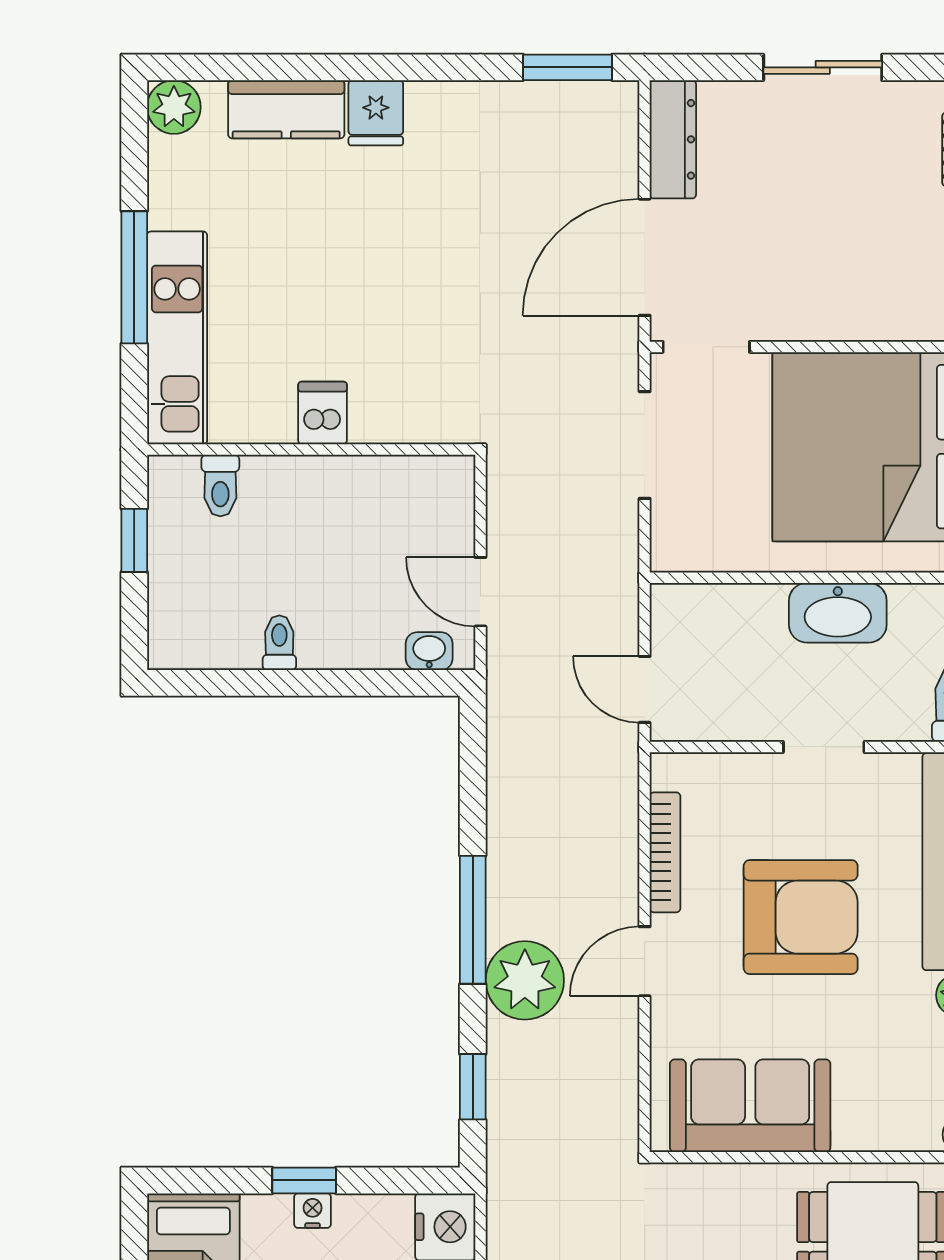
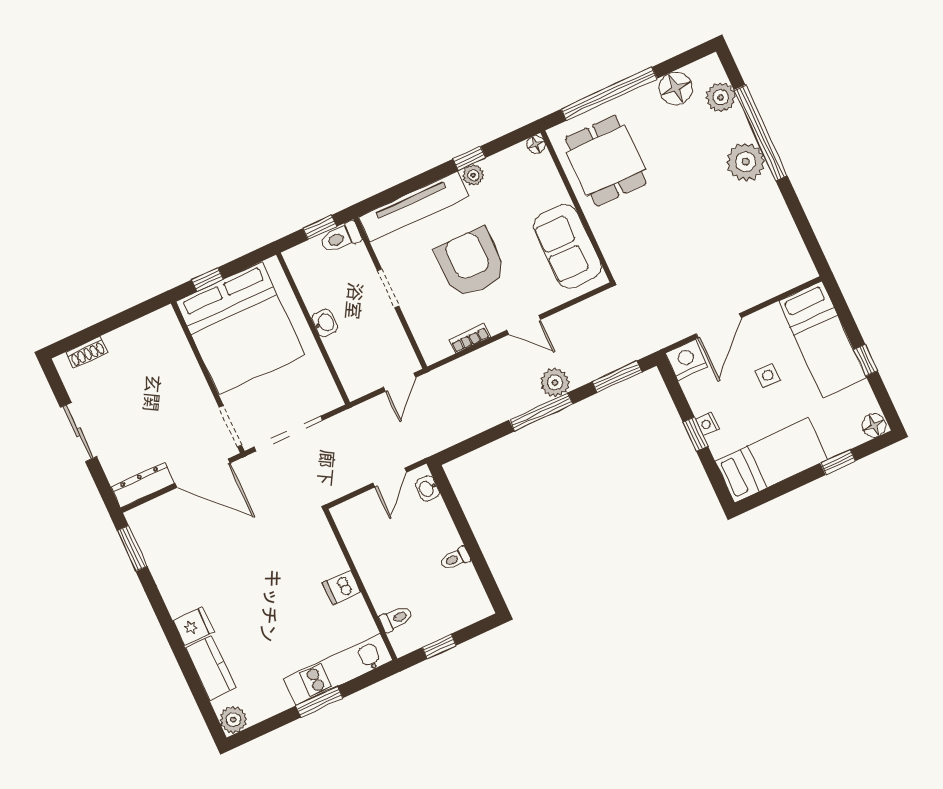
window: (134, 277) -> (319, 702), width x0.69
doorway: (645, 445) -> (288, 434), width x1.36
washbasin: (838, 613) -> (325, 323), width x0.52, depth x0.69
bookcase: (665, 852) -> (470, 339), width x0.64
plant: (525, 980) -> (555, 382), width x0.73, depth x0.73
window: (473, 1087) -> (617, 377), width x1.50

